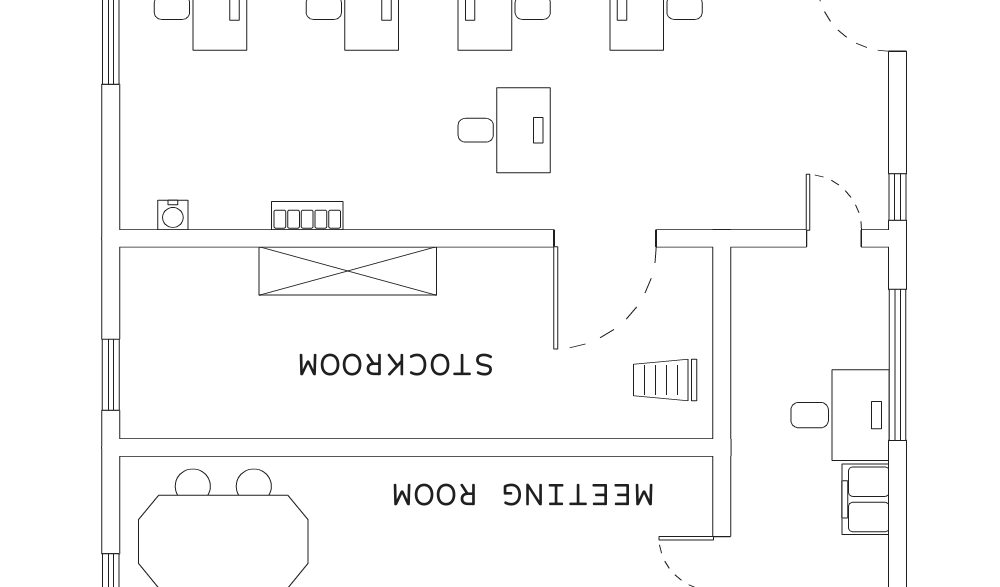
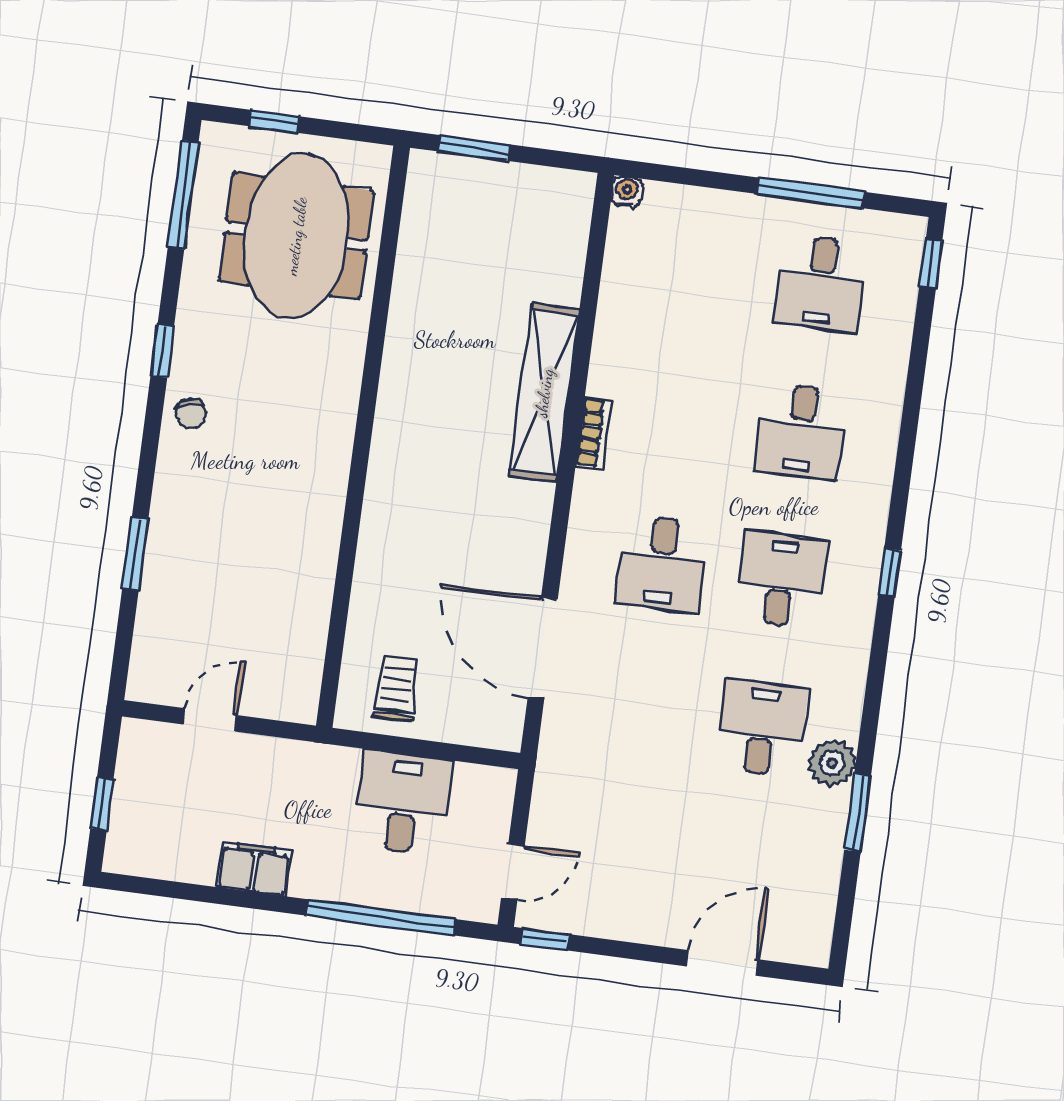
water cooler: (173, 215) -> (627, 192), moved, turned 90
bookcase: (307, 216) -> (594, 433), moved
desk: (840, 415) -> (403, 803), moved, turned 180

